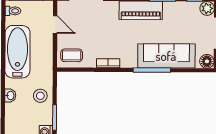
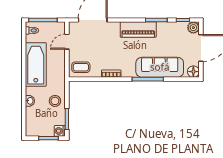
door: (55, 25) -> (67, 42), swing flipped

